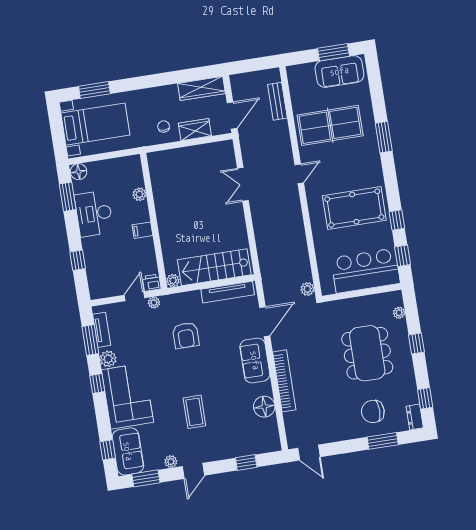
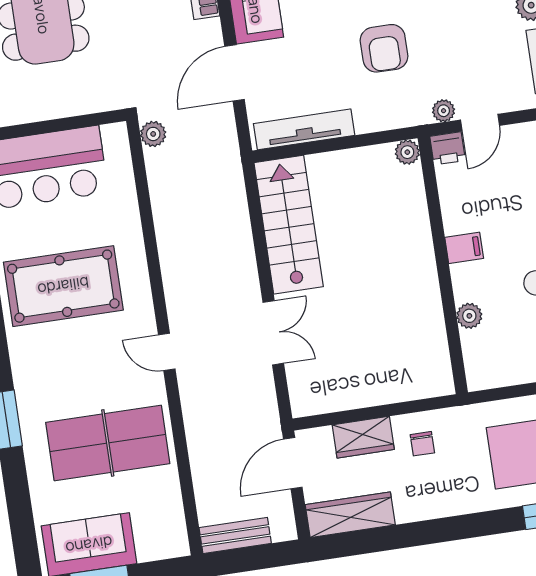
bench: (278, 101) -> (235, 535), moved, turned 90
door: (299, 174) -> (167, 352), hinge flipped
stairs: (214, 267) -> (289, 225), moved, turned -90
armchair: (186, 335) -> (384, 48), turned 180

